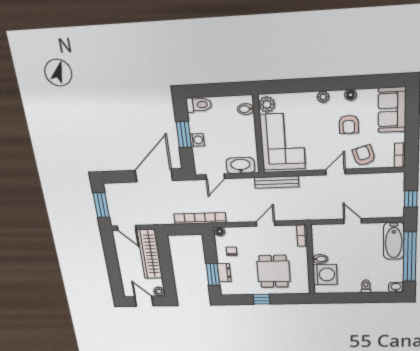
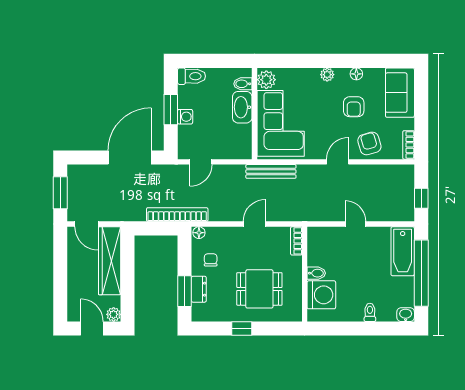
washbasin: (240, 166) -> (242, 107), moved, turned -90
dining table: (274, 271) -> (259, 289), turned 90

